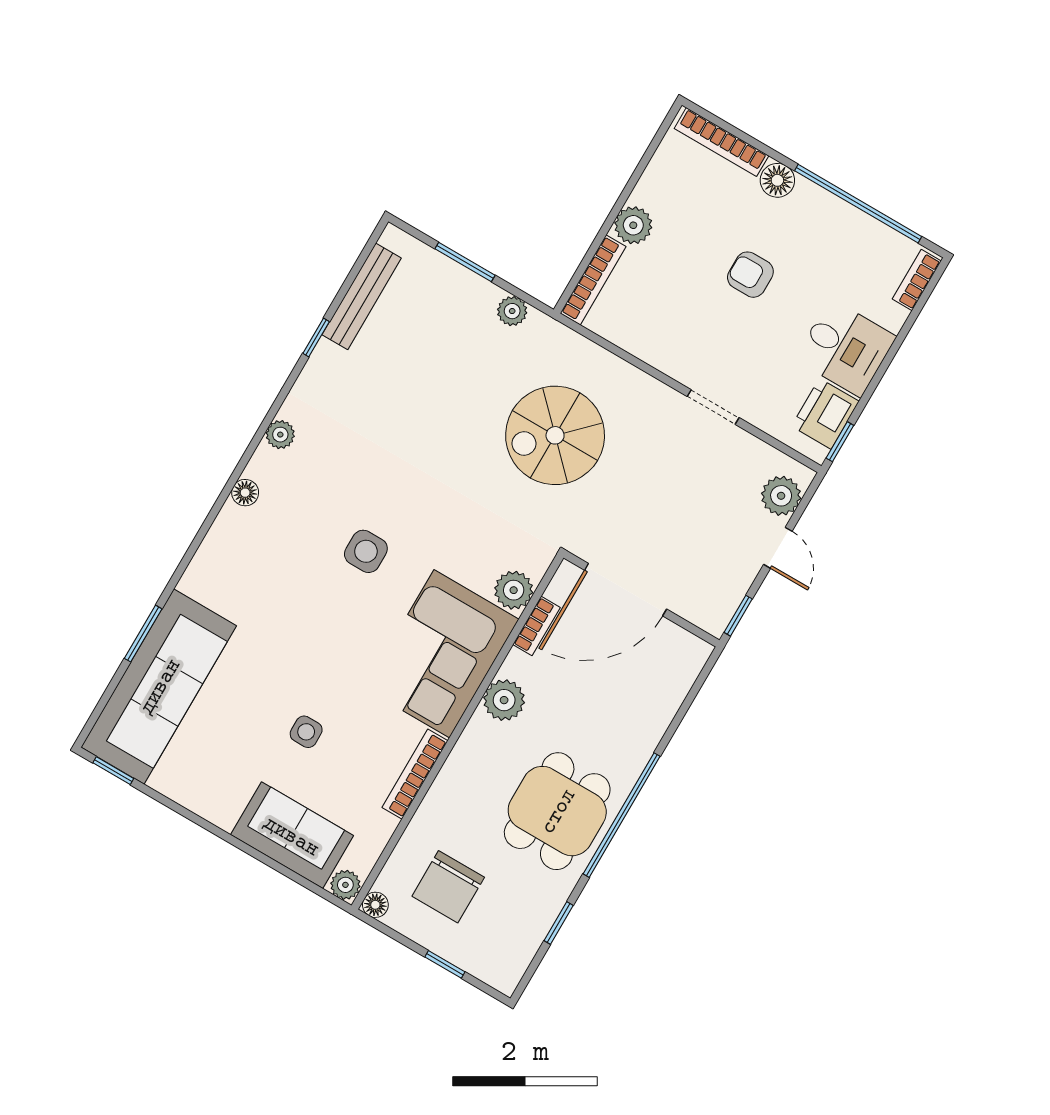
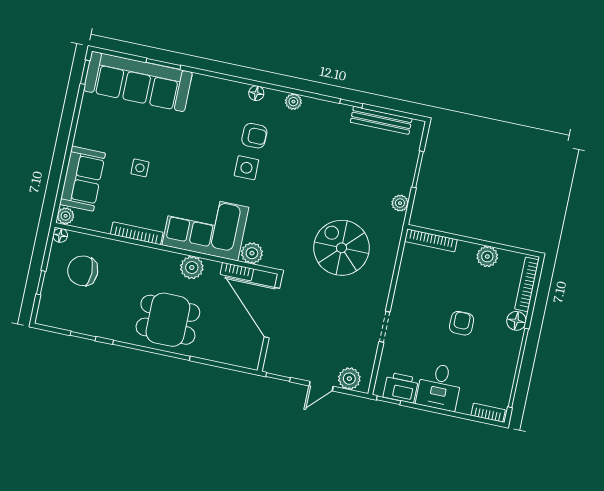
plant: (633, 225) -> (487, 256), moved
armchair: (316, 520) -> (254, 136), added
dining table: (557, 811) -> (168, 320), moved

